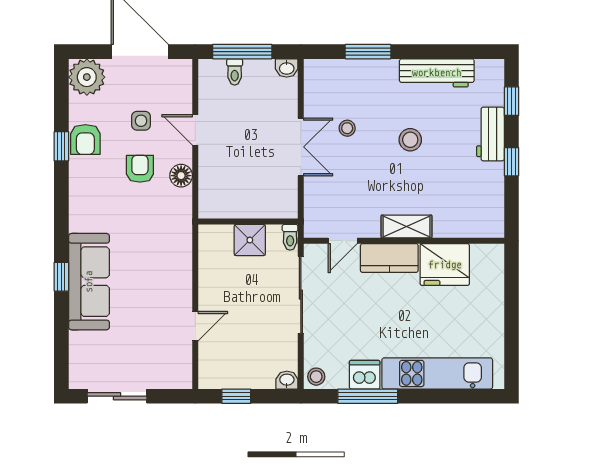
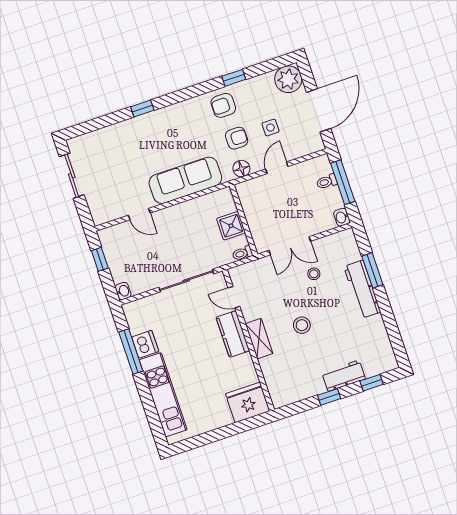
workbench: (437, 73) -> (362, 289), moved
armchair: (85, 139) -> (223, 105), moved
stool: (410, 140) -> (302, 325), moved
wall: (248, 222) -> (244, 220), moved
toilet: (290, 237) -> (242, 253), moved
shower: (250, 240) -> (231, 226), moved
fridge: (445, 265) -> (248, 402), moved, turned 90
sofa: (89, 282) -> (185, 180), moved, turned 180
stool: (316, 377) -> (132, 311), removed

